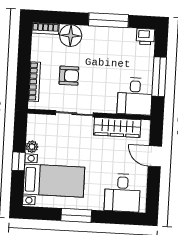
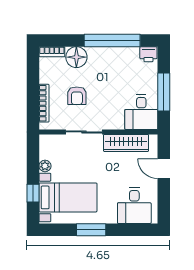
window: (109, 20) -> (112, 40), width x1.46
armchair: (69, 76) -> (77, 96), turned 90
window: (19, 161) -> (33, 193), moved

